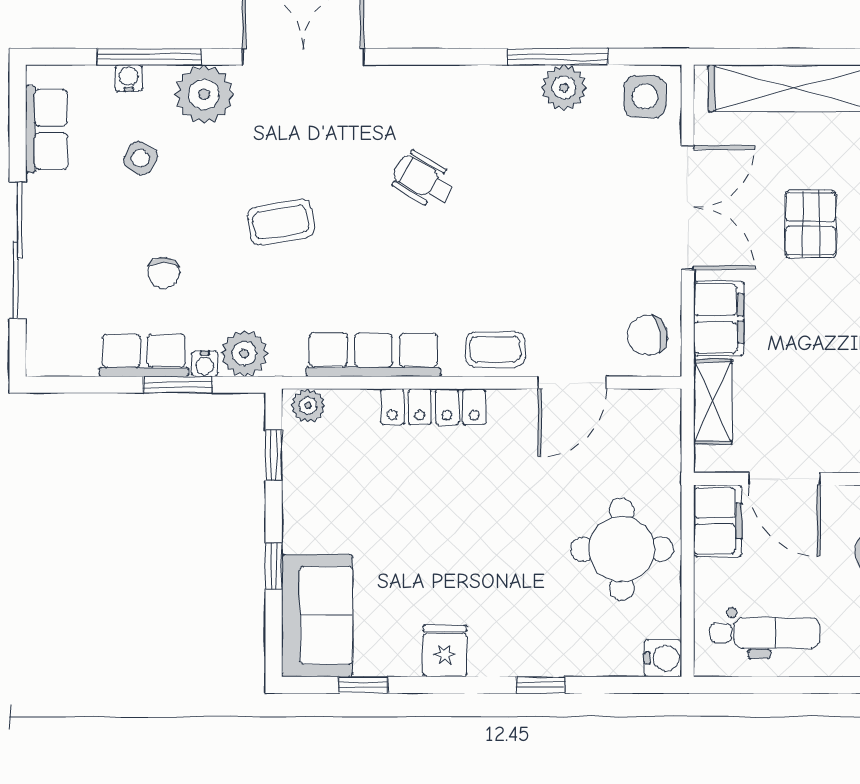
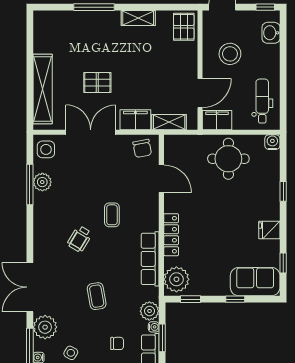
coffee table: (495, 350) -> (112, 215), moved
plant: (308, 406) -> (176, 279), width x1.87, depth x1.87

